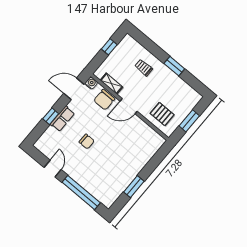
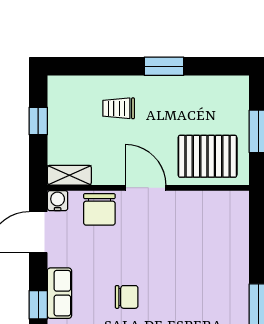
shelving: (111, 84) -> (69, 175), moved
door: (129, 106) -> (146, 188), swing flipped
pallet: (162, 114) -> (208, 156), width x1.50, depth x1.42

